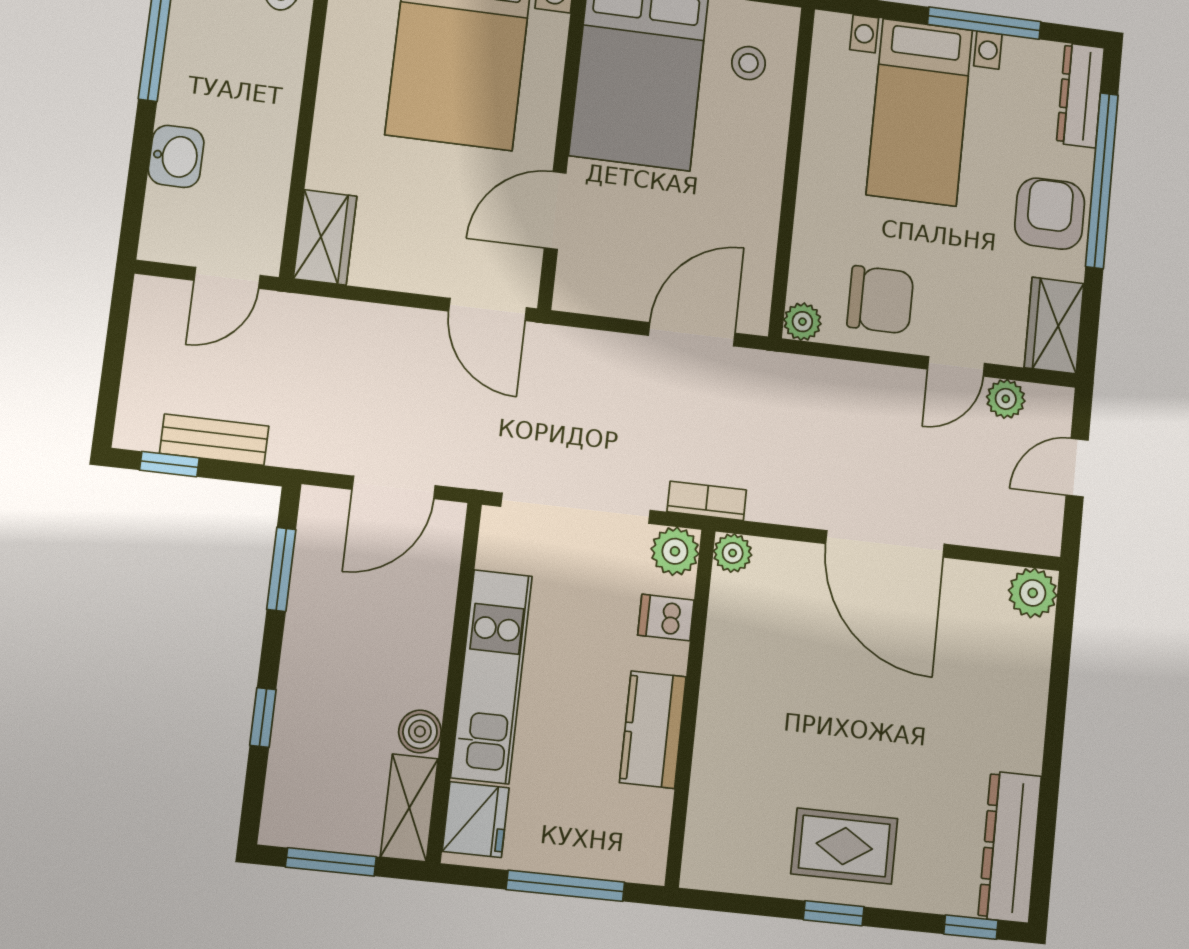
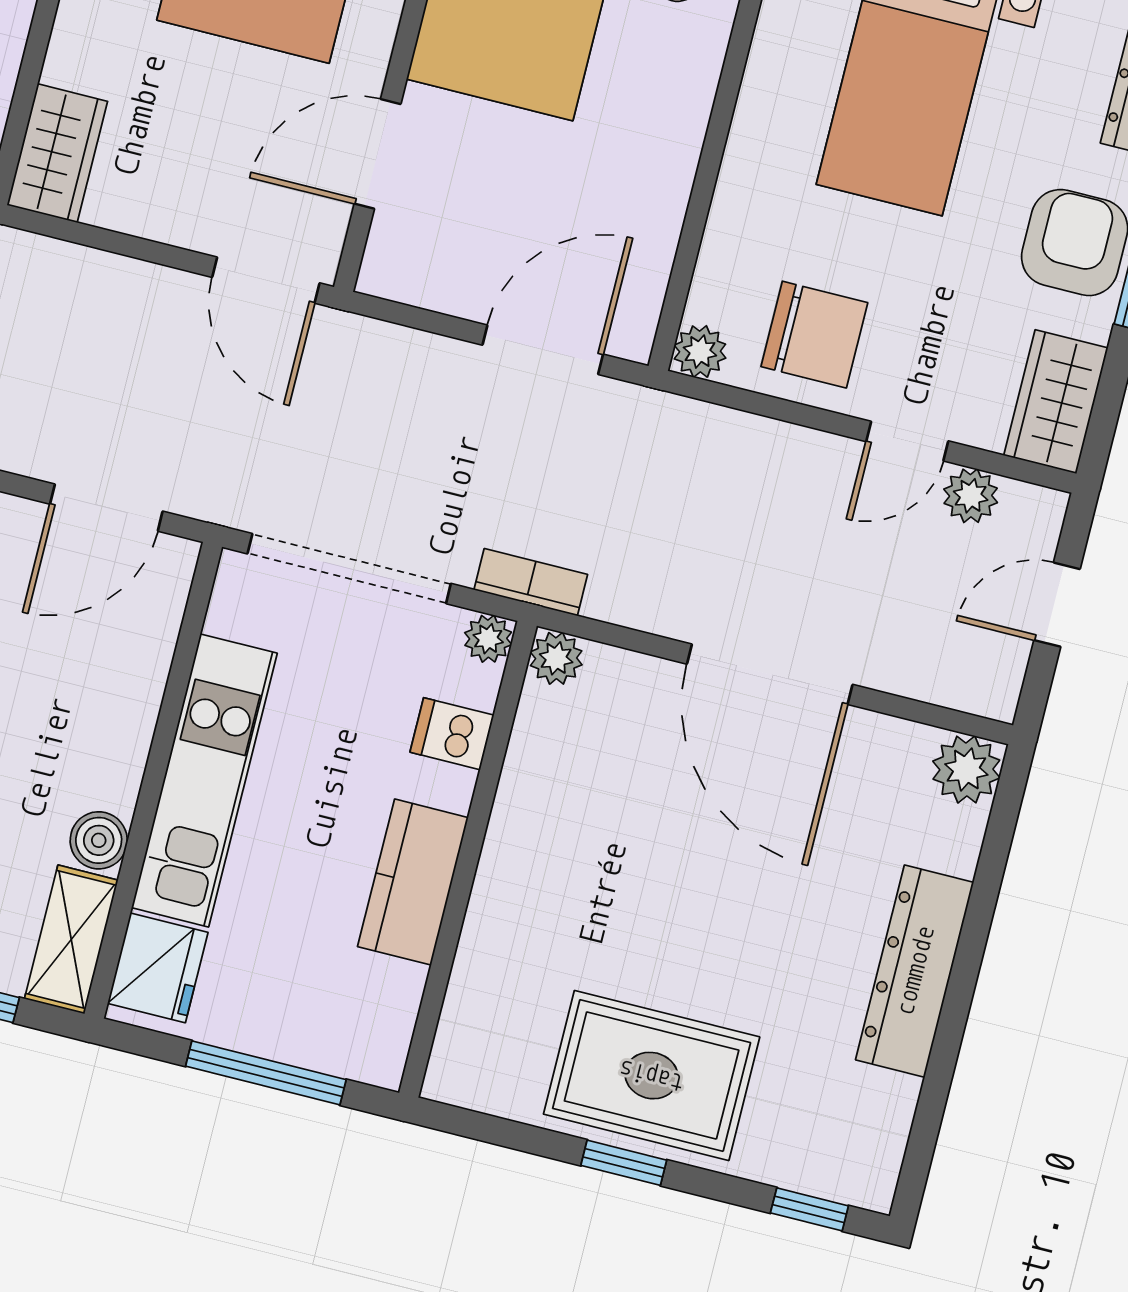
plant: (675, 551) -> (488, 639), width x0.73, depth x0.73
rug: (844, 846) -> (652, 1076), width x1.36, depth x1.43
dresser: (1010, 847) -> (915, 971), moved

